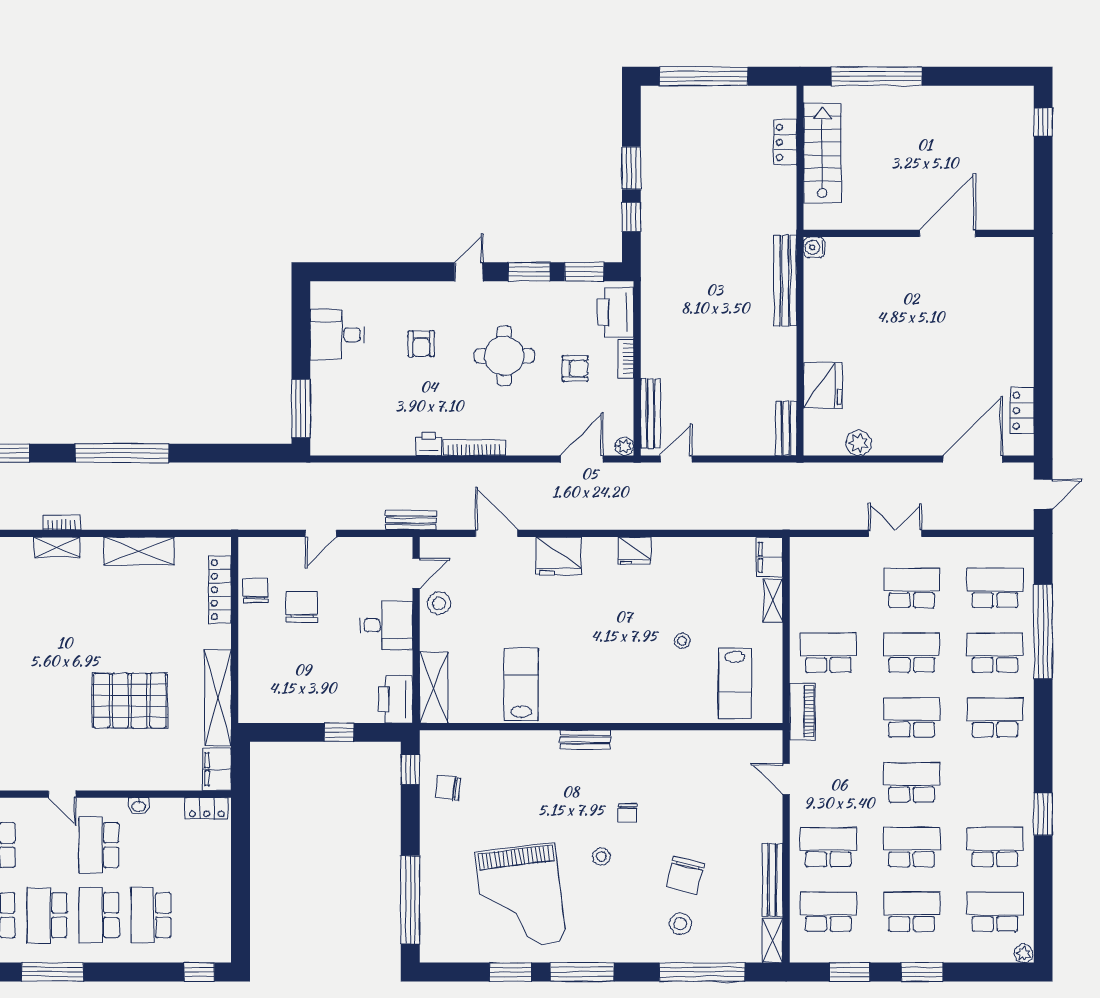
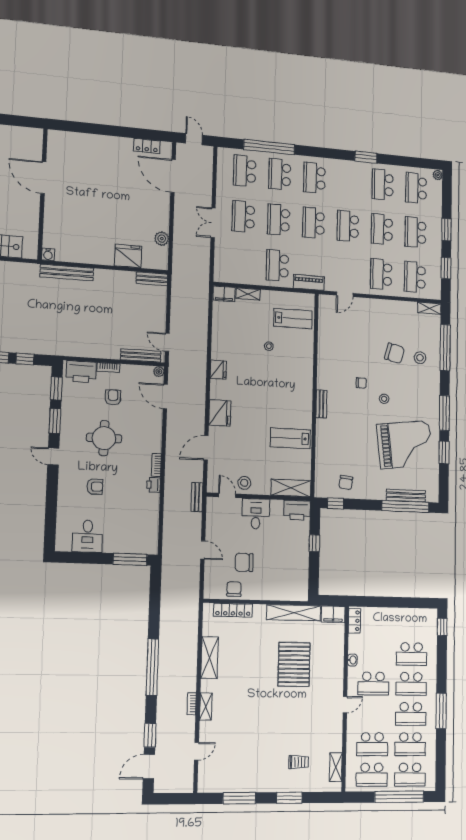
bookcase: (474, 448) -> (156, 465), width x0.64
chair: (256, 590) -> (234, 589), turned 90
bench: (772, 880) -> (406, 495), moved

